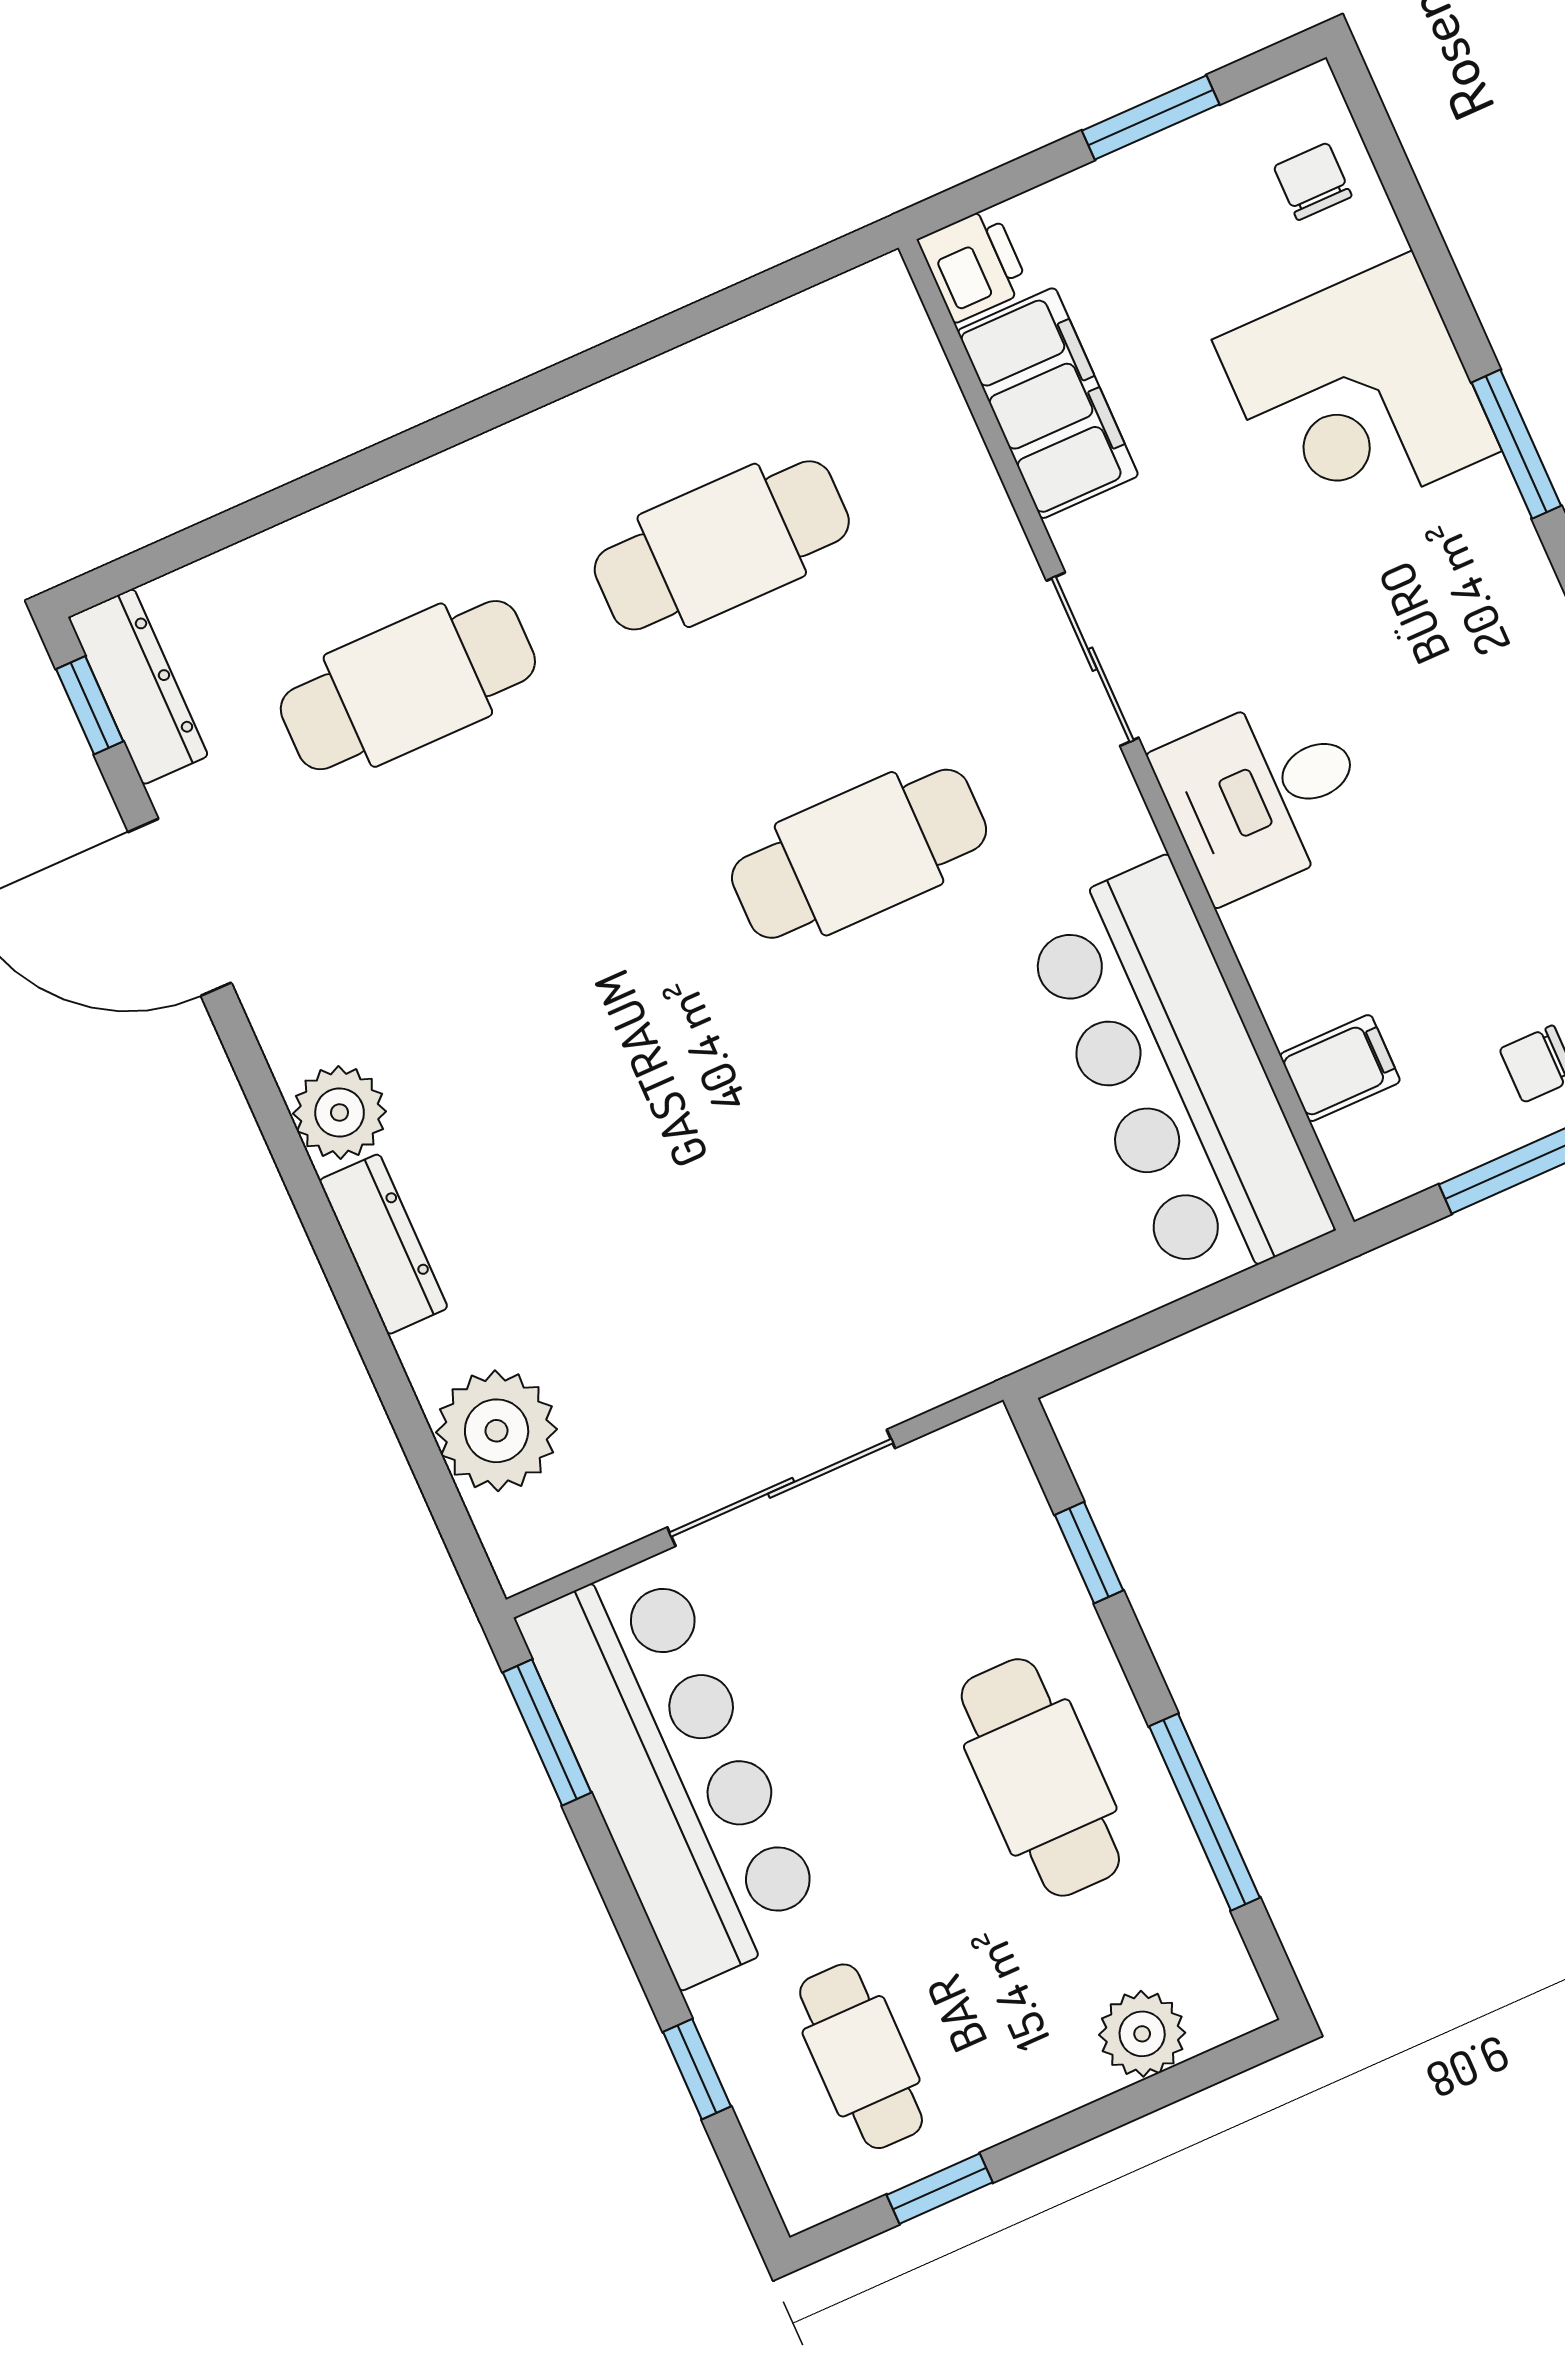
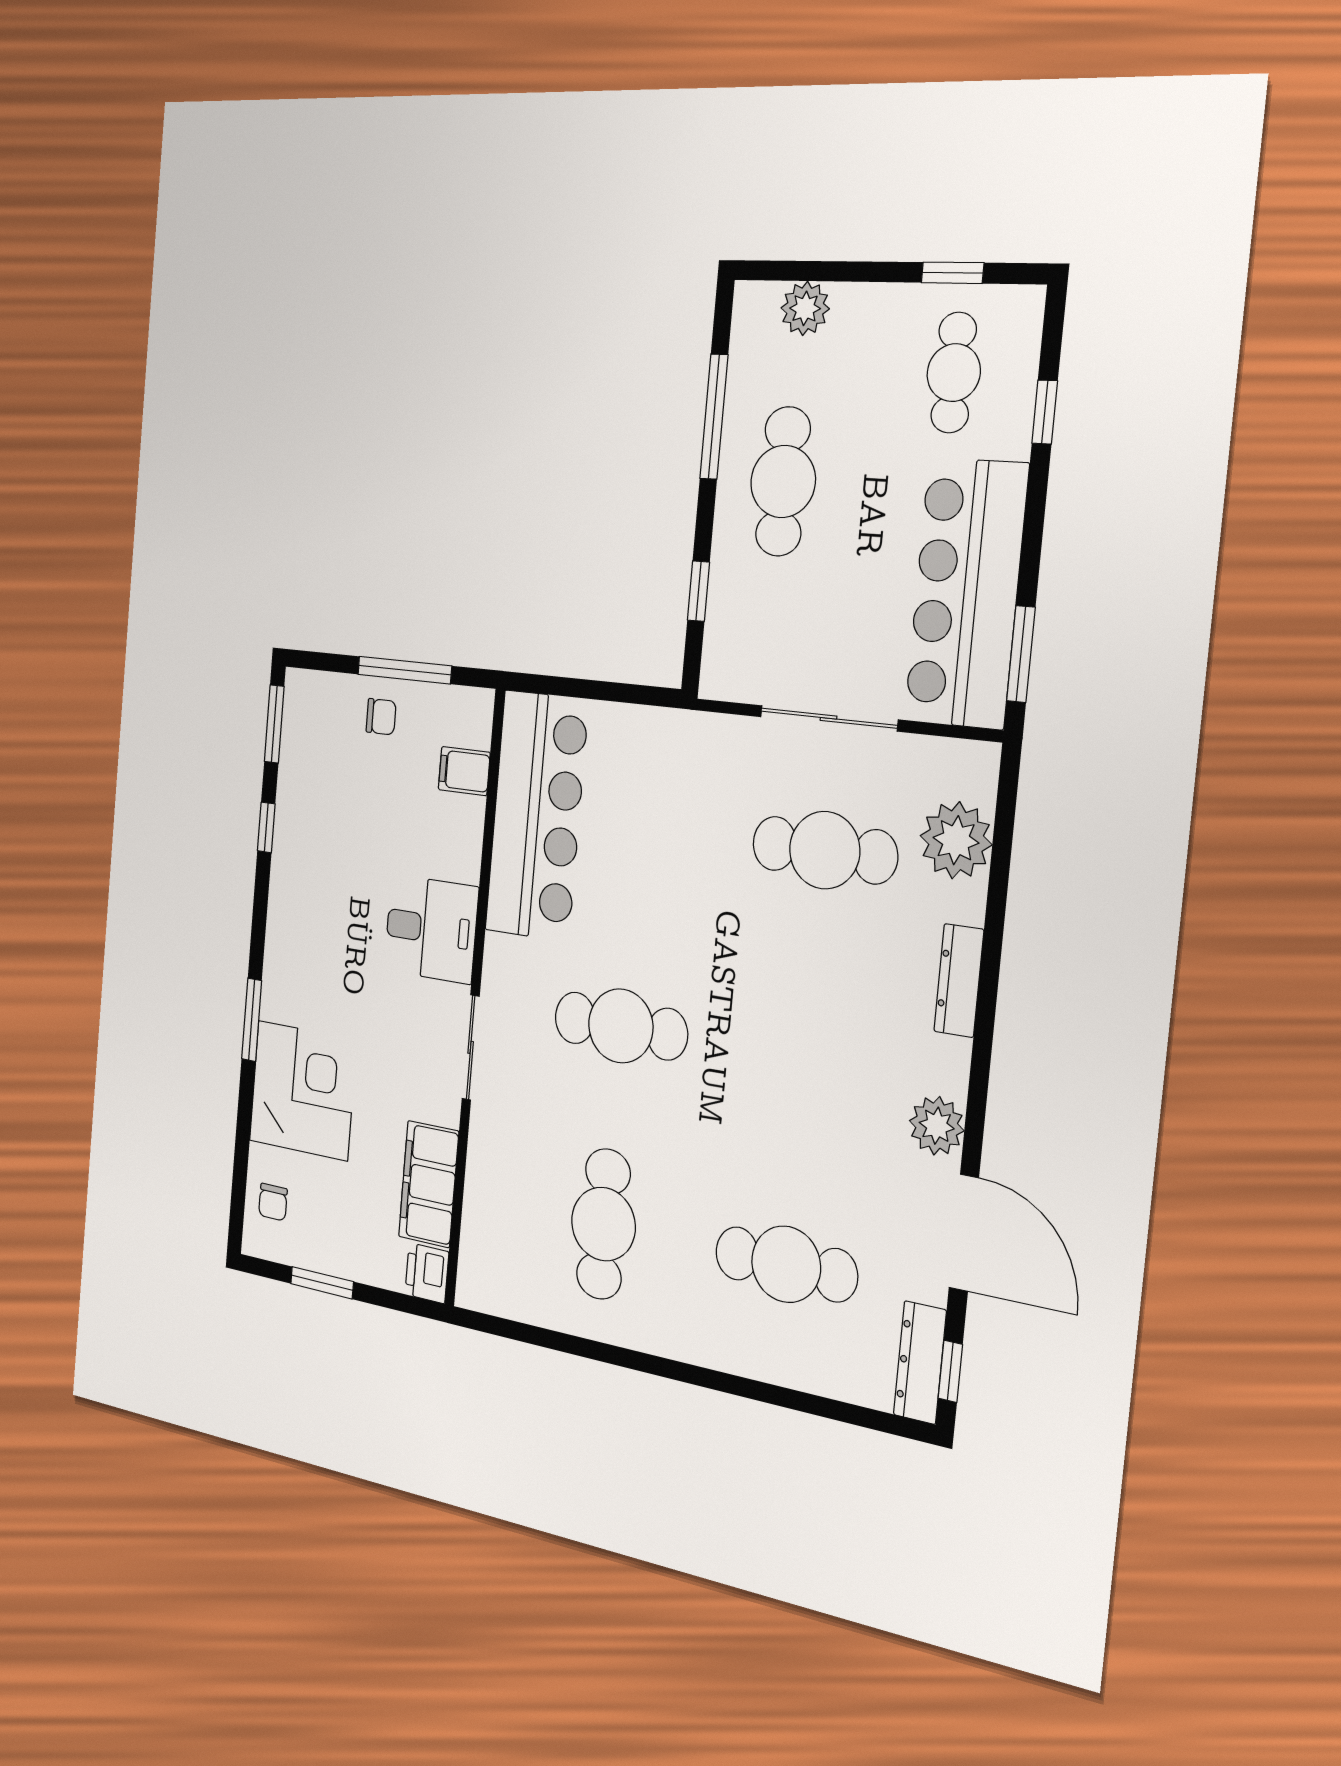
cafe table: (722, 545) -> (603, 1224), turned 90
plant: (340, 1113) -> (937, 1126), moved
cafe table: (682, 1302) -> (825, 850), added

